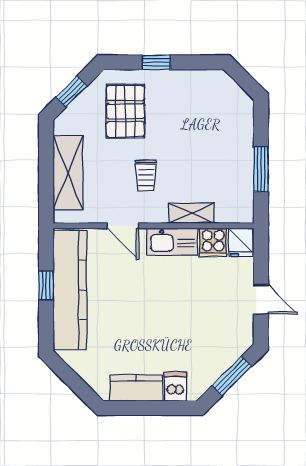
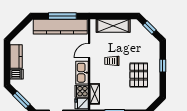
pallet: (125, 111) -> (139, 75), moved, turned 90
shelving: (192, 213) -> (95, 94), moved
window: (46, 285) -> (62, 16), width x2.17

